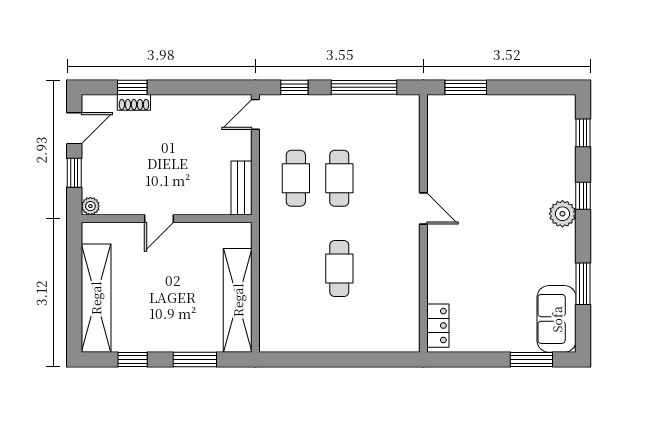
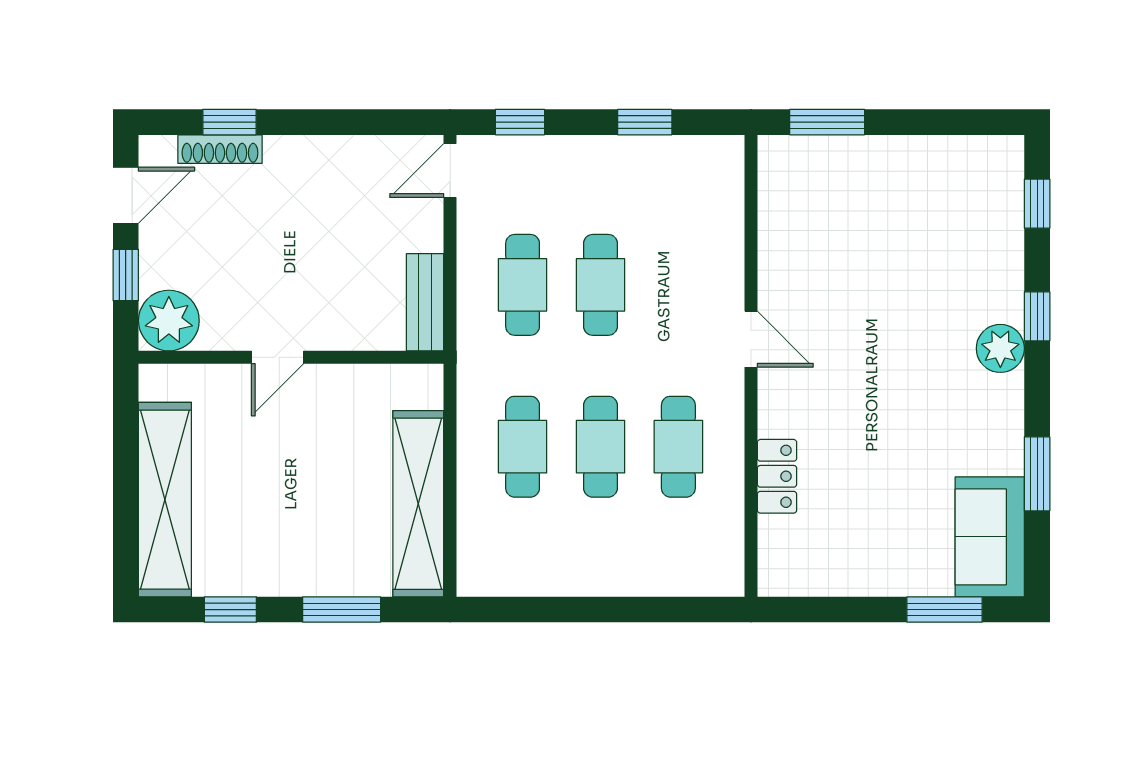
window: (364, 87) -> (645, 122), width x0.46
shoe rack: (134, 102) -> (220, 149), width x1.43
plant: (90, 206) -> (169, 321), width x1.87, depth x1.87
cafe table: (296, 269) -> (523, 447), added
cafe table: (383, 269) -> (678, 447), added
locker: (438, 326) -> (777, 476), moved

